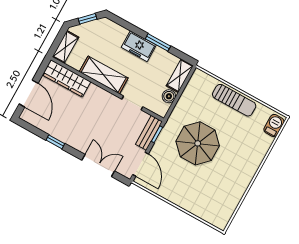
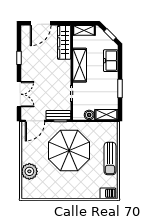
freezer: (139, 46) -> (111, 61), moved
parasol: (198, 143) -> (69, 150), width x1.36, depth x1.36
plant: (196, 204) -> (29, 171), added

